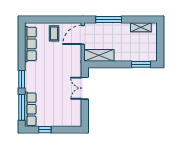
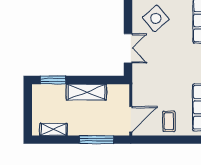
shelving: (99, 55) -> (86, 92), moved
side table: (64, 111) -> (156, 18), added

